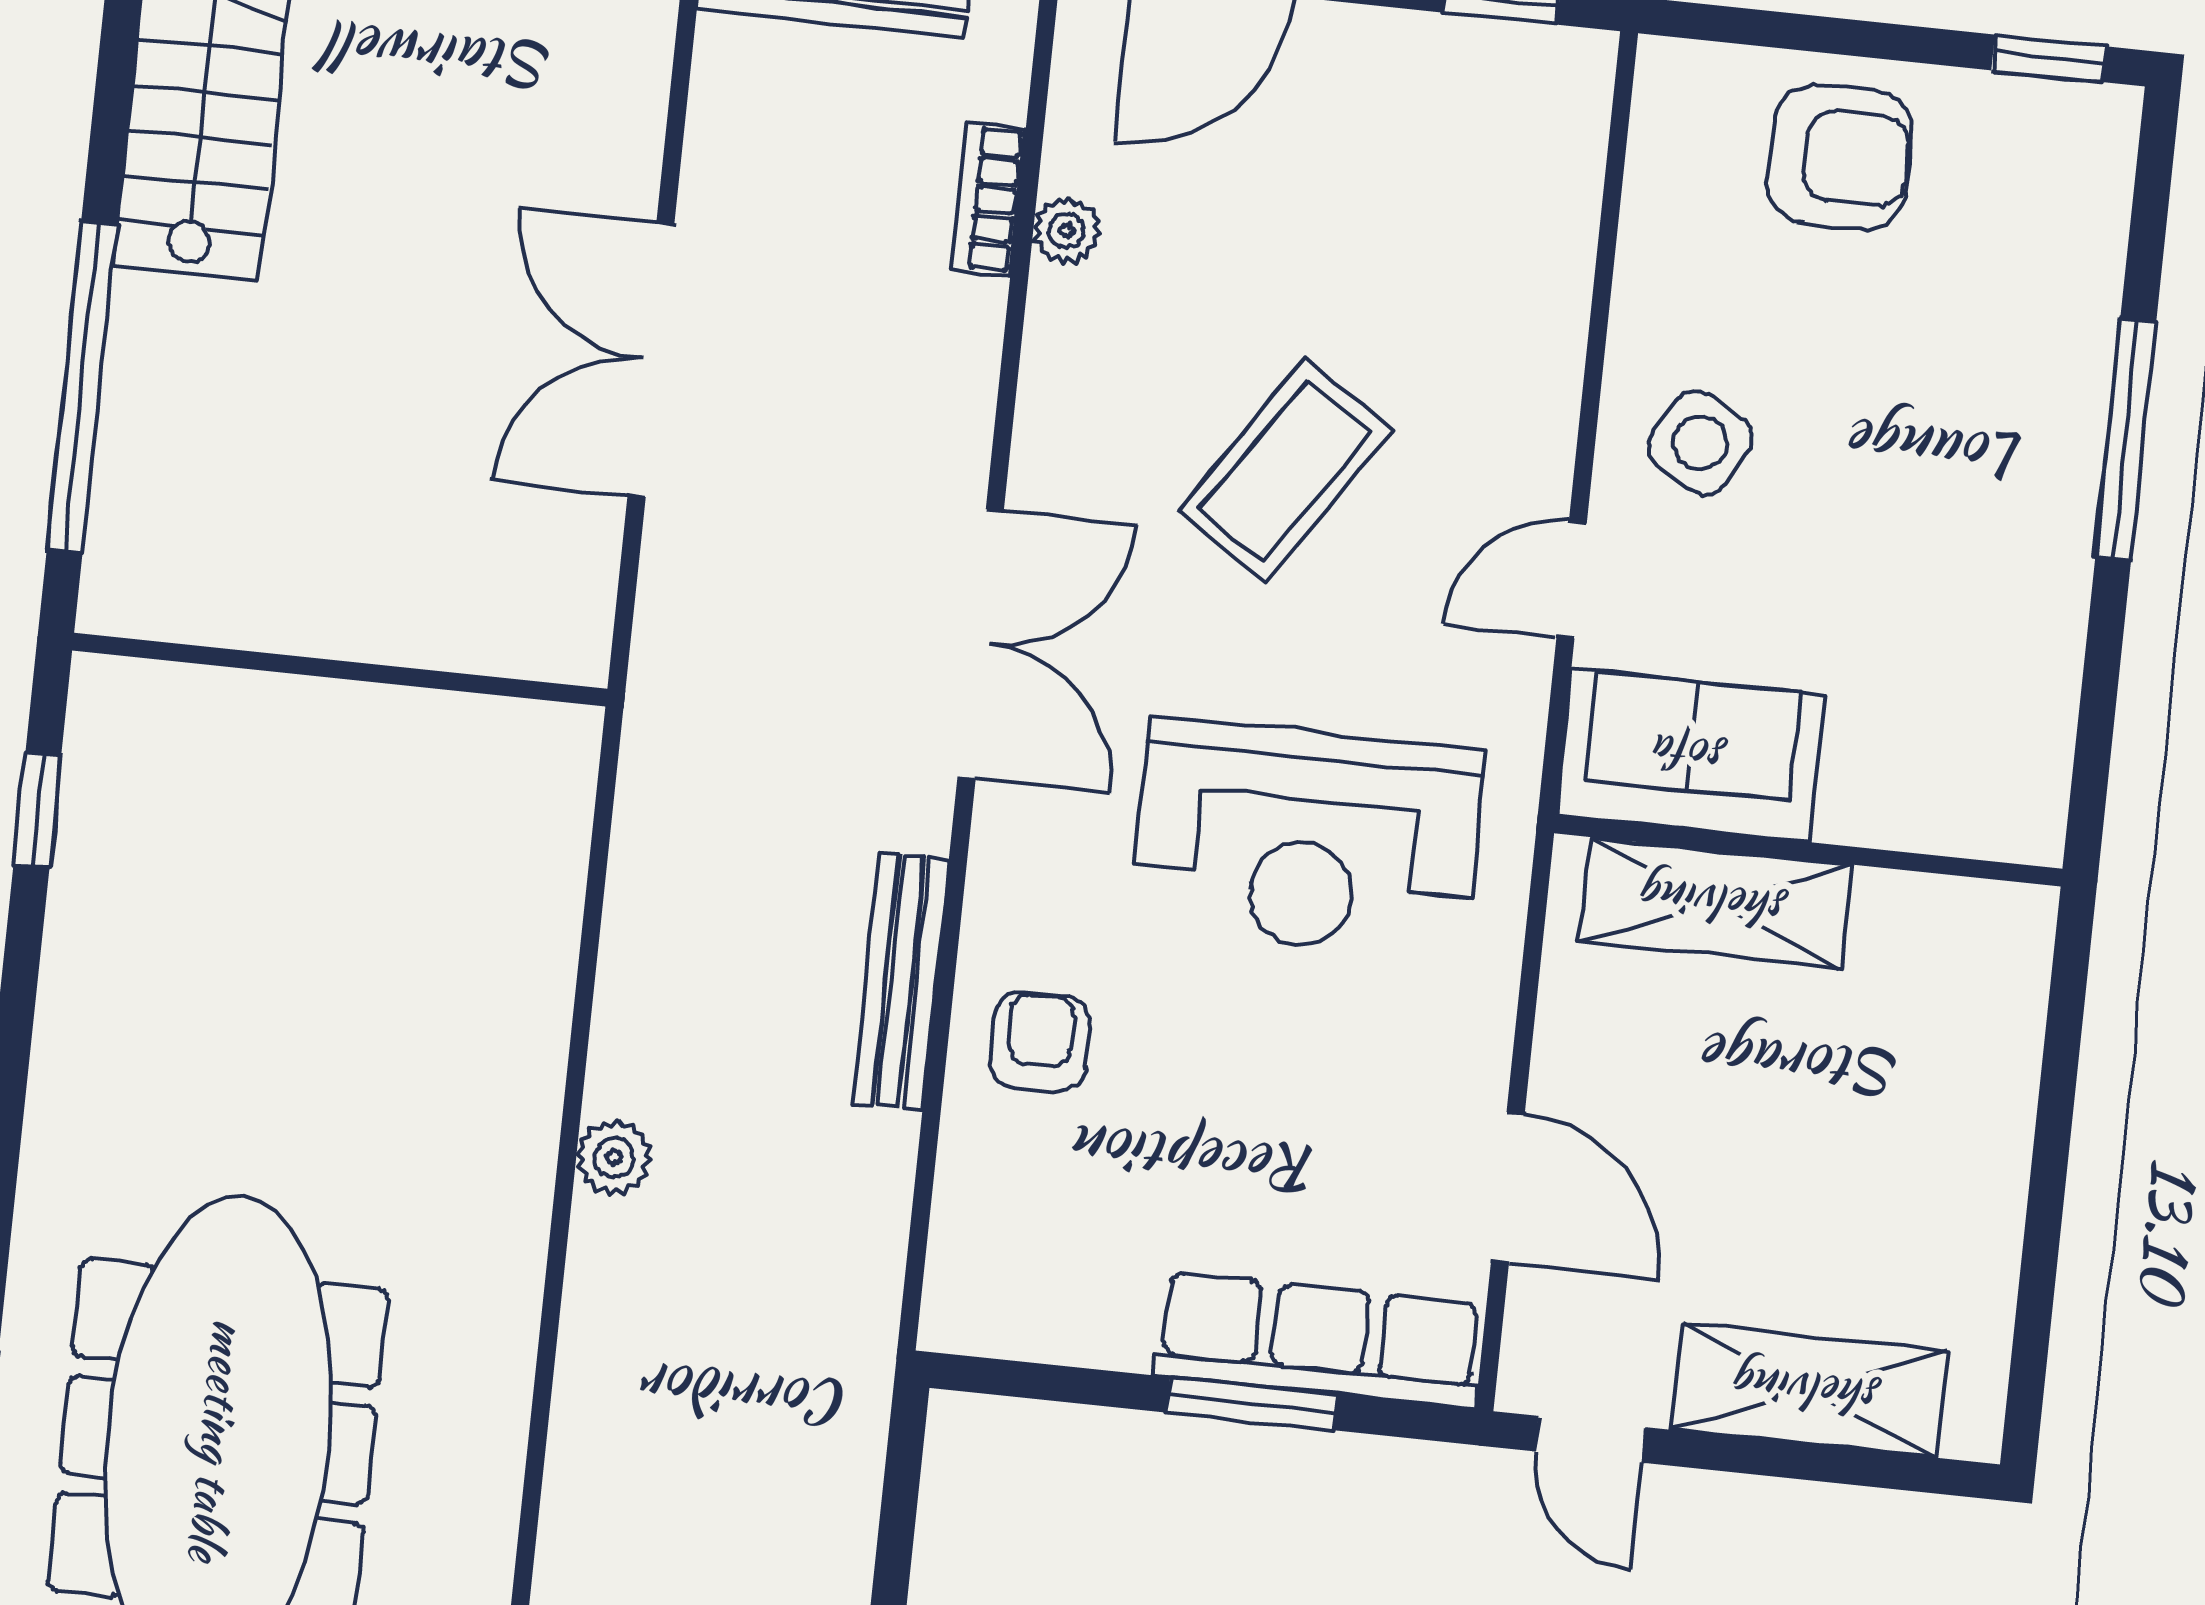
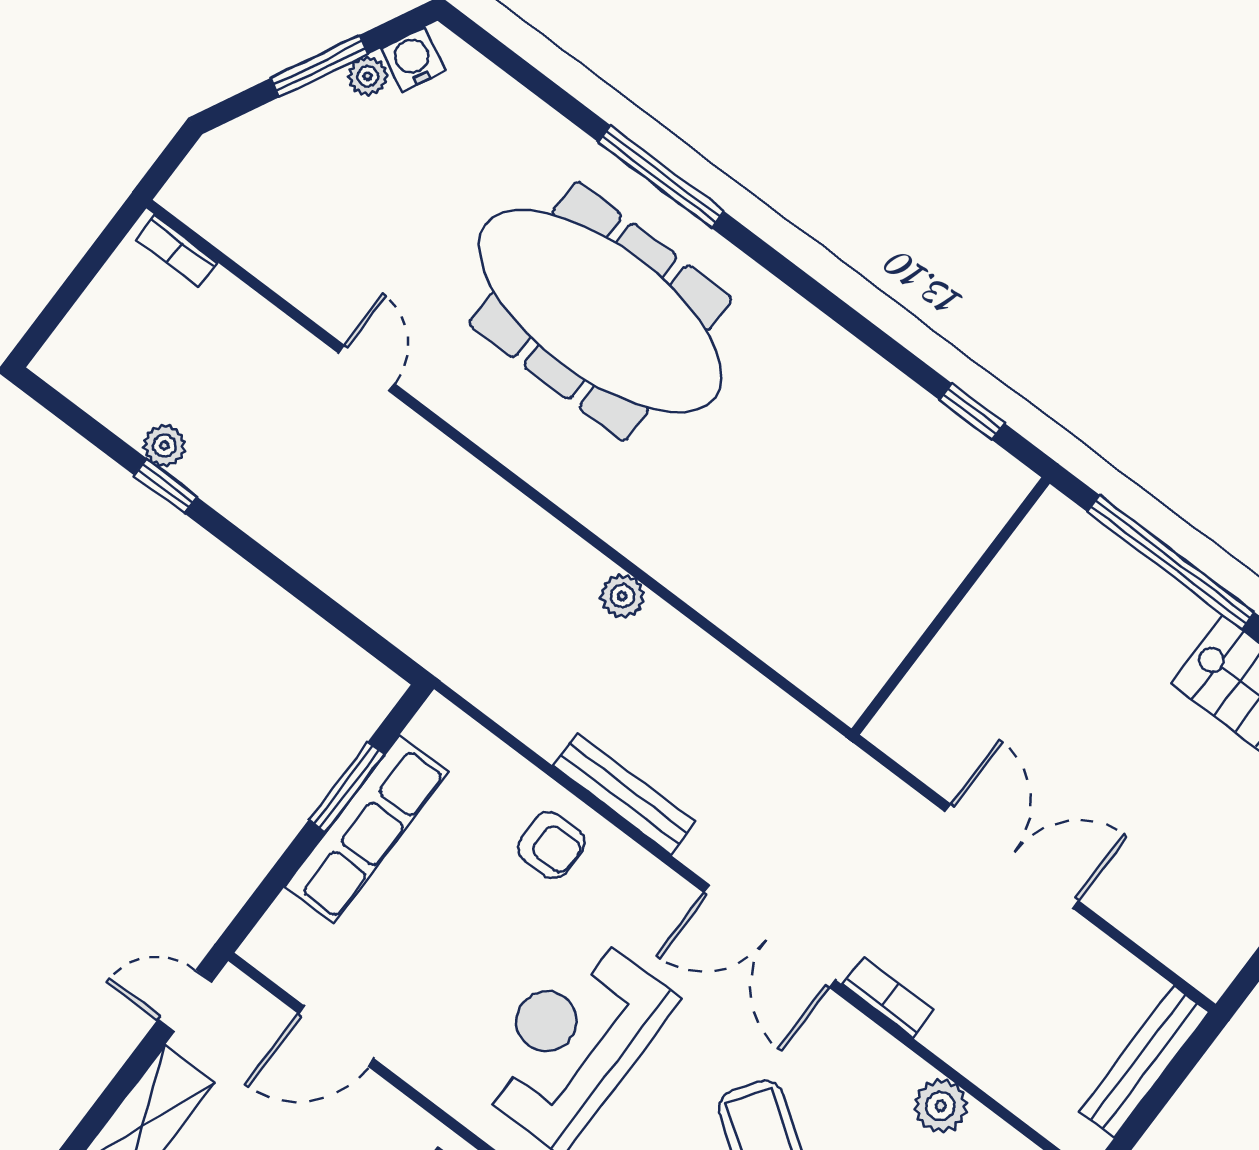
bookcase: (988, 199) -> (888, 997), moved
plant: (1067, 231) -> (941, 1106), width x1.38, depth x1.38
row of seats: (1319, 1340) -> (367, 829), moved
window: (1251, 1404) -> (347, 787), moved

